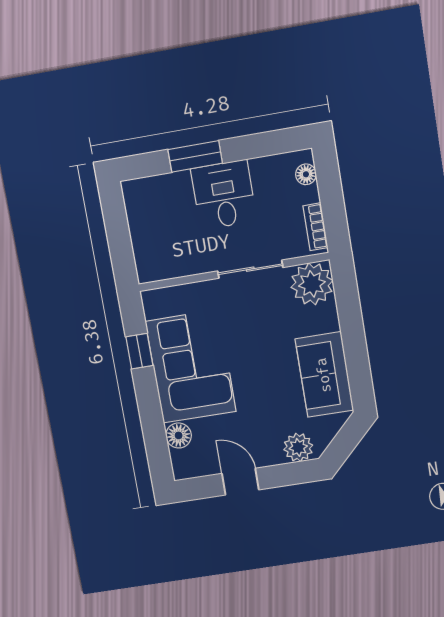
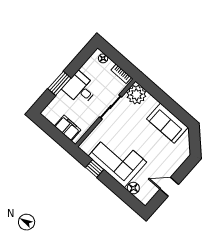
filing cabinet: (148, 245) -> (68, 128), added
plant: (298, 447) -> (180, 157), removed

